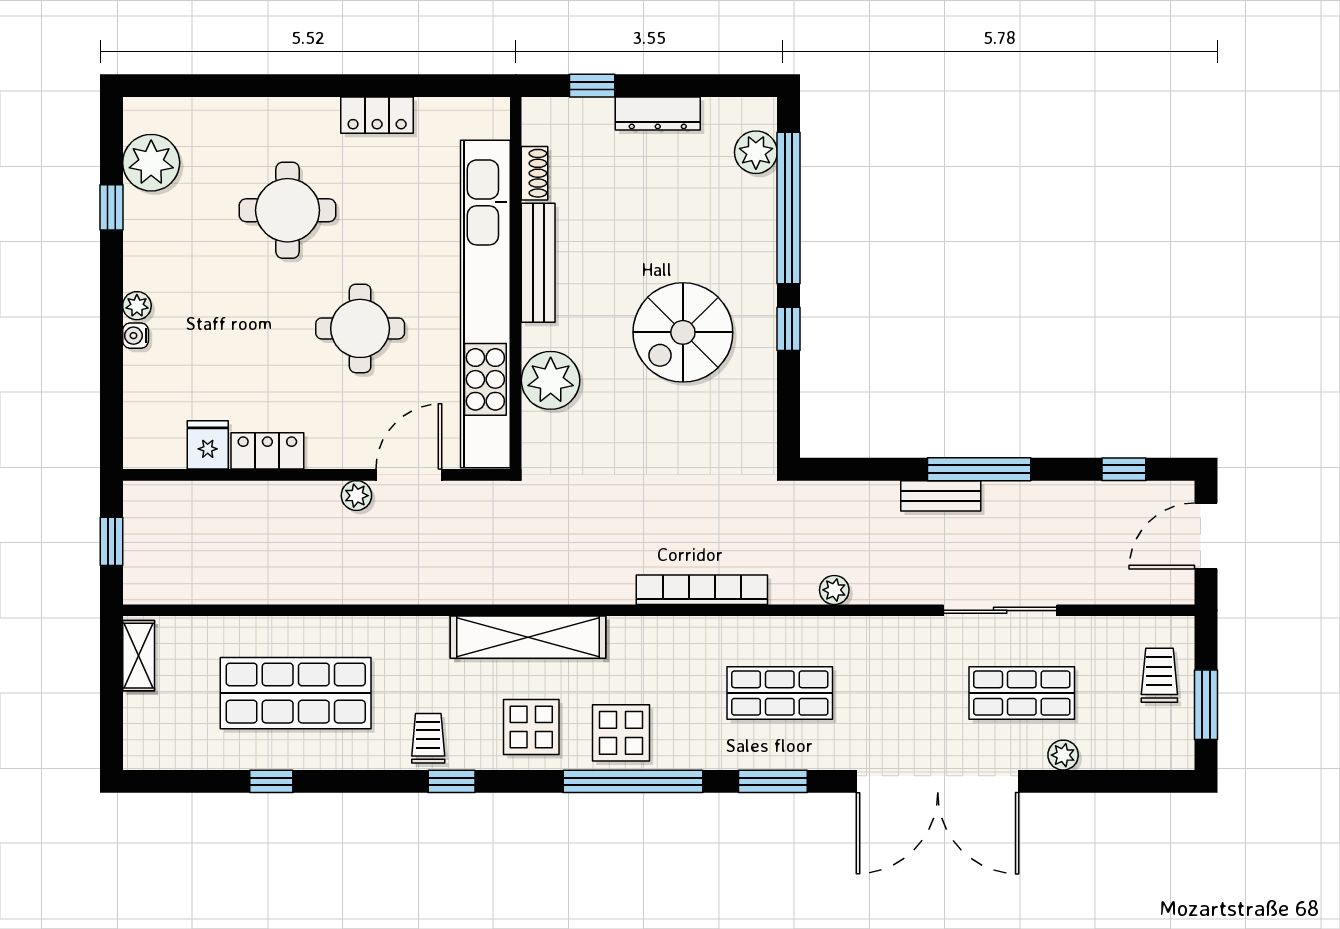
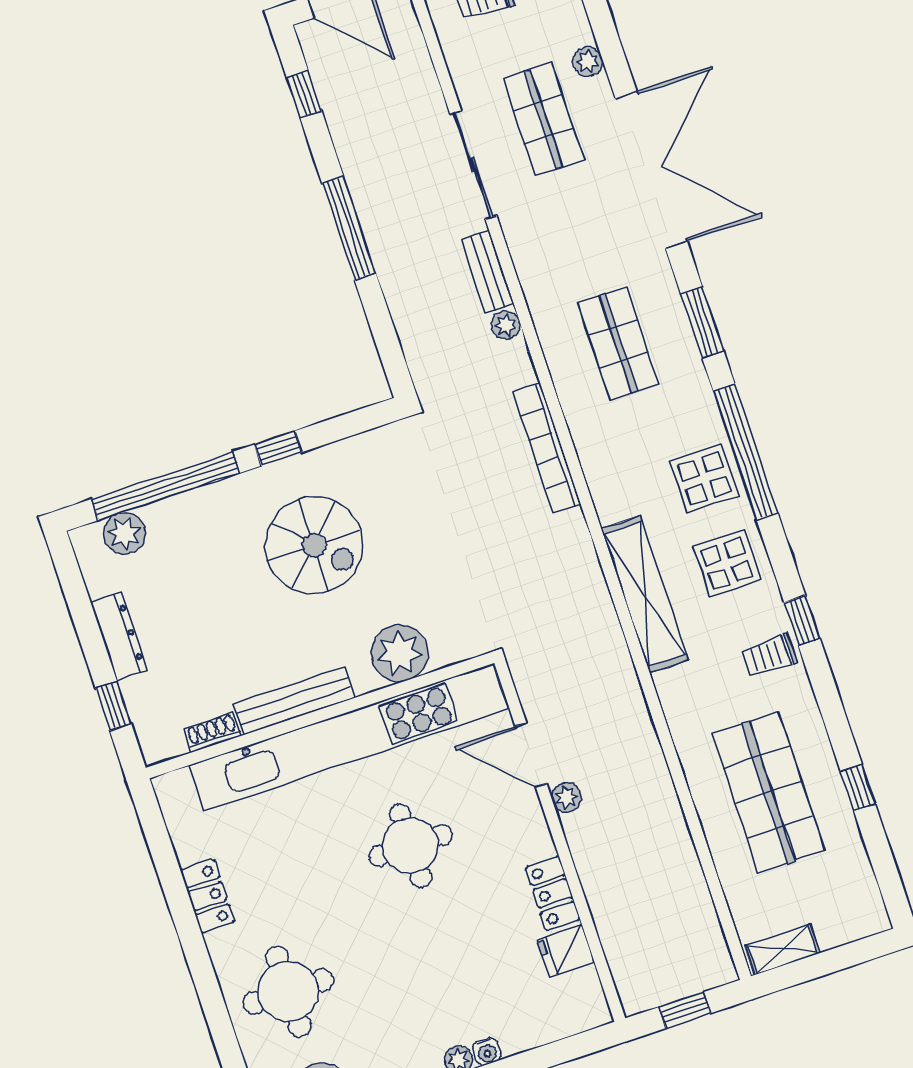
round table: (288, 210) -> (288, 991), moved
bench: (941, 496) -> (487, 272), moved

